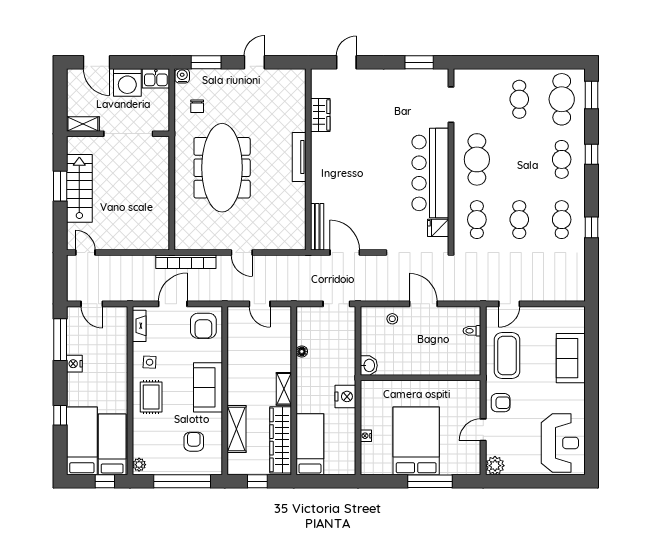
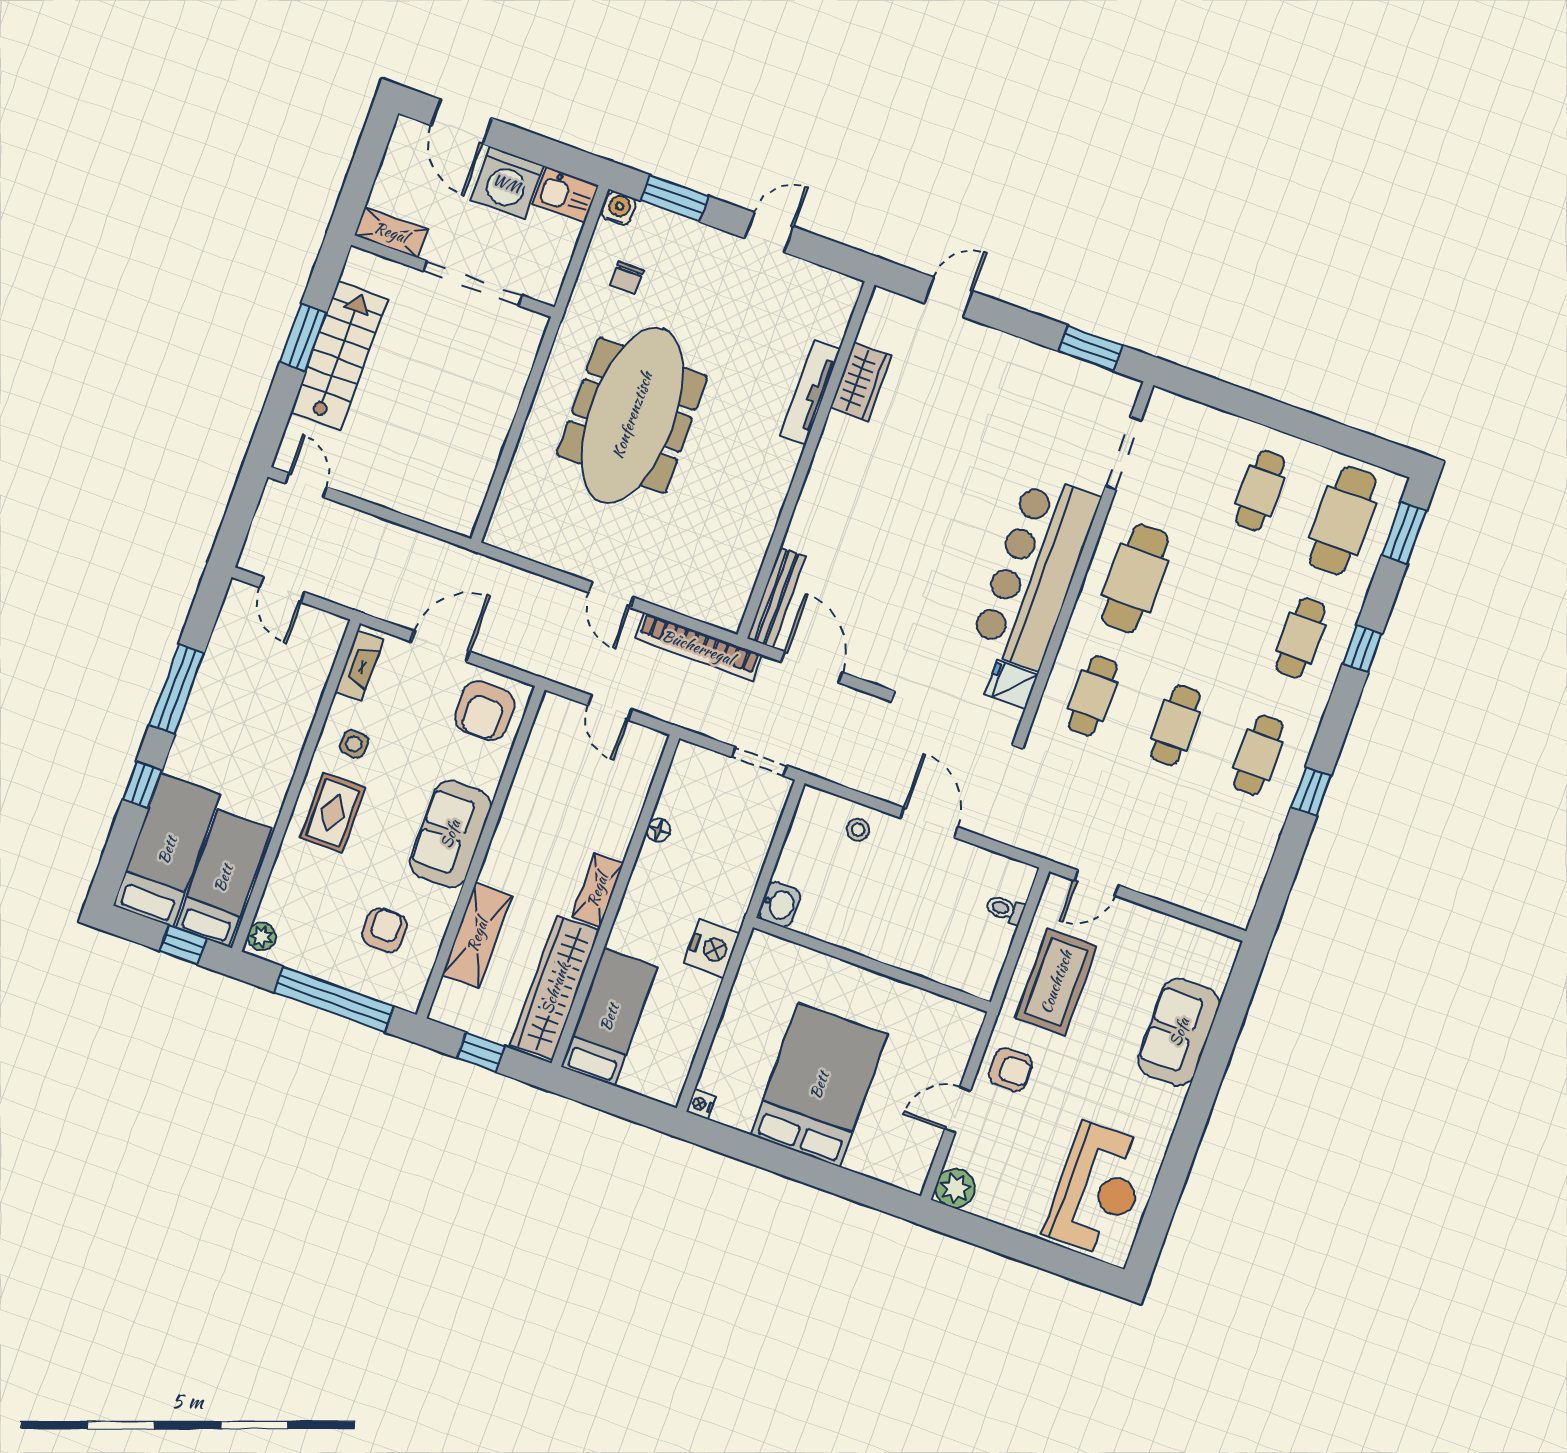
tv unit: (299, 157) -> (810, 392), moved
bookcase: (186, 262) -> (698, 647), moved
window: (60, 340) -> (177, 689), moved
nightstand: (74, 364) -> (206, 694), removed
nightstand: (366, 436) -> (701, 1104), moved
window: (430, 481) -> (818, 1173), removed

